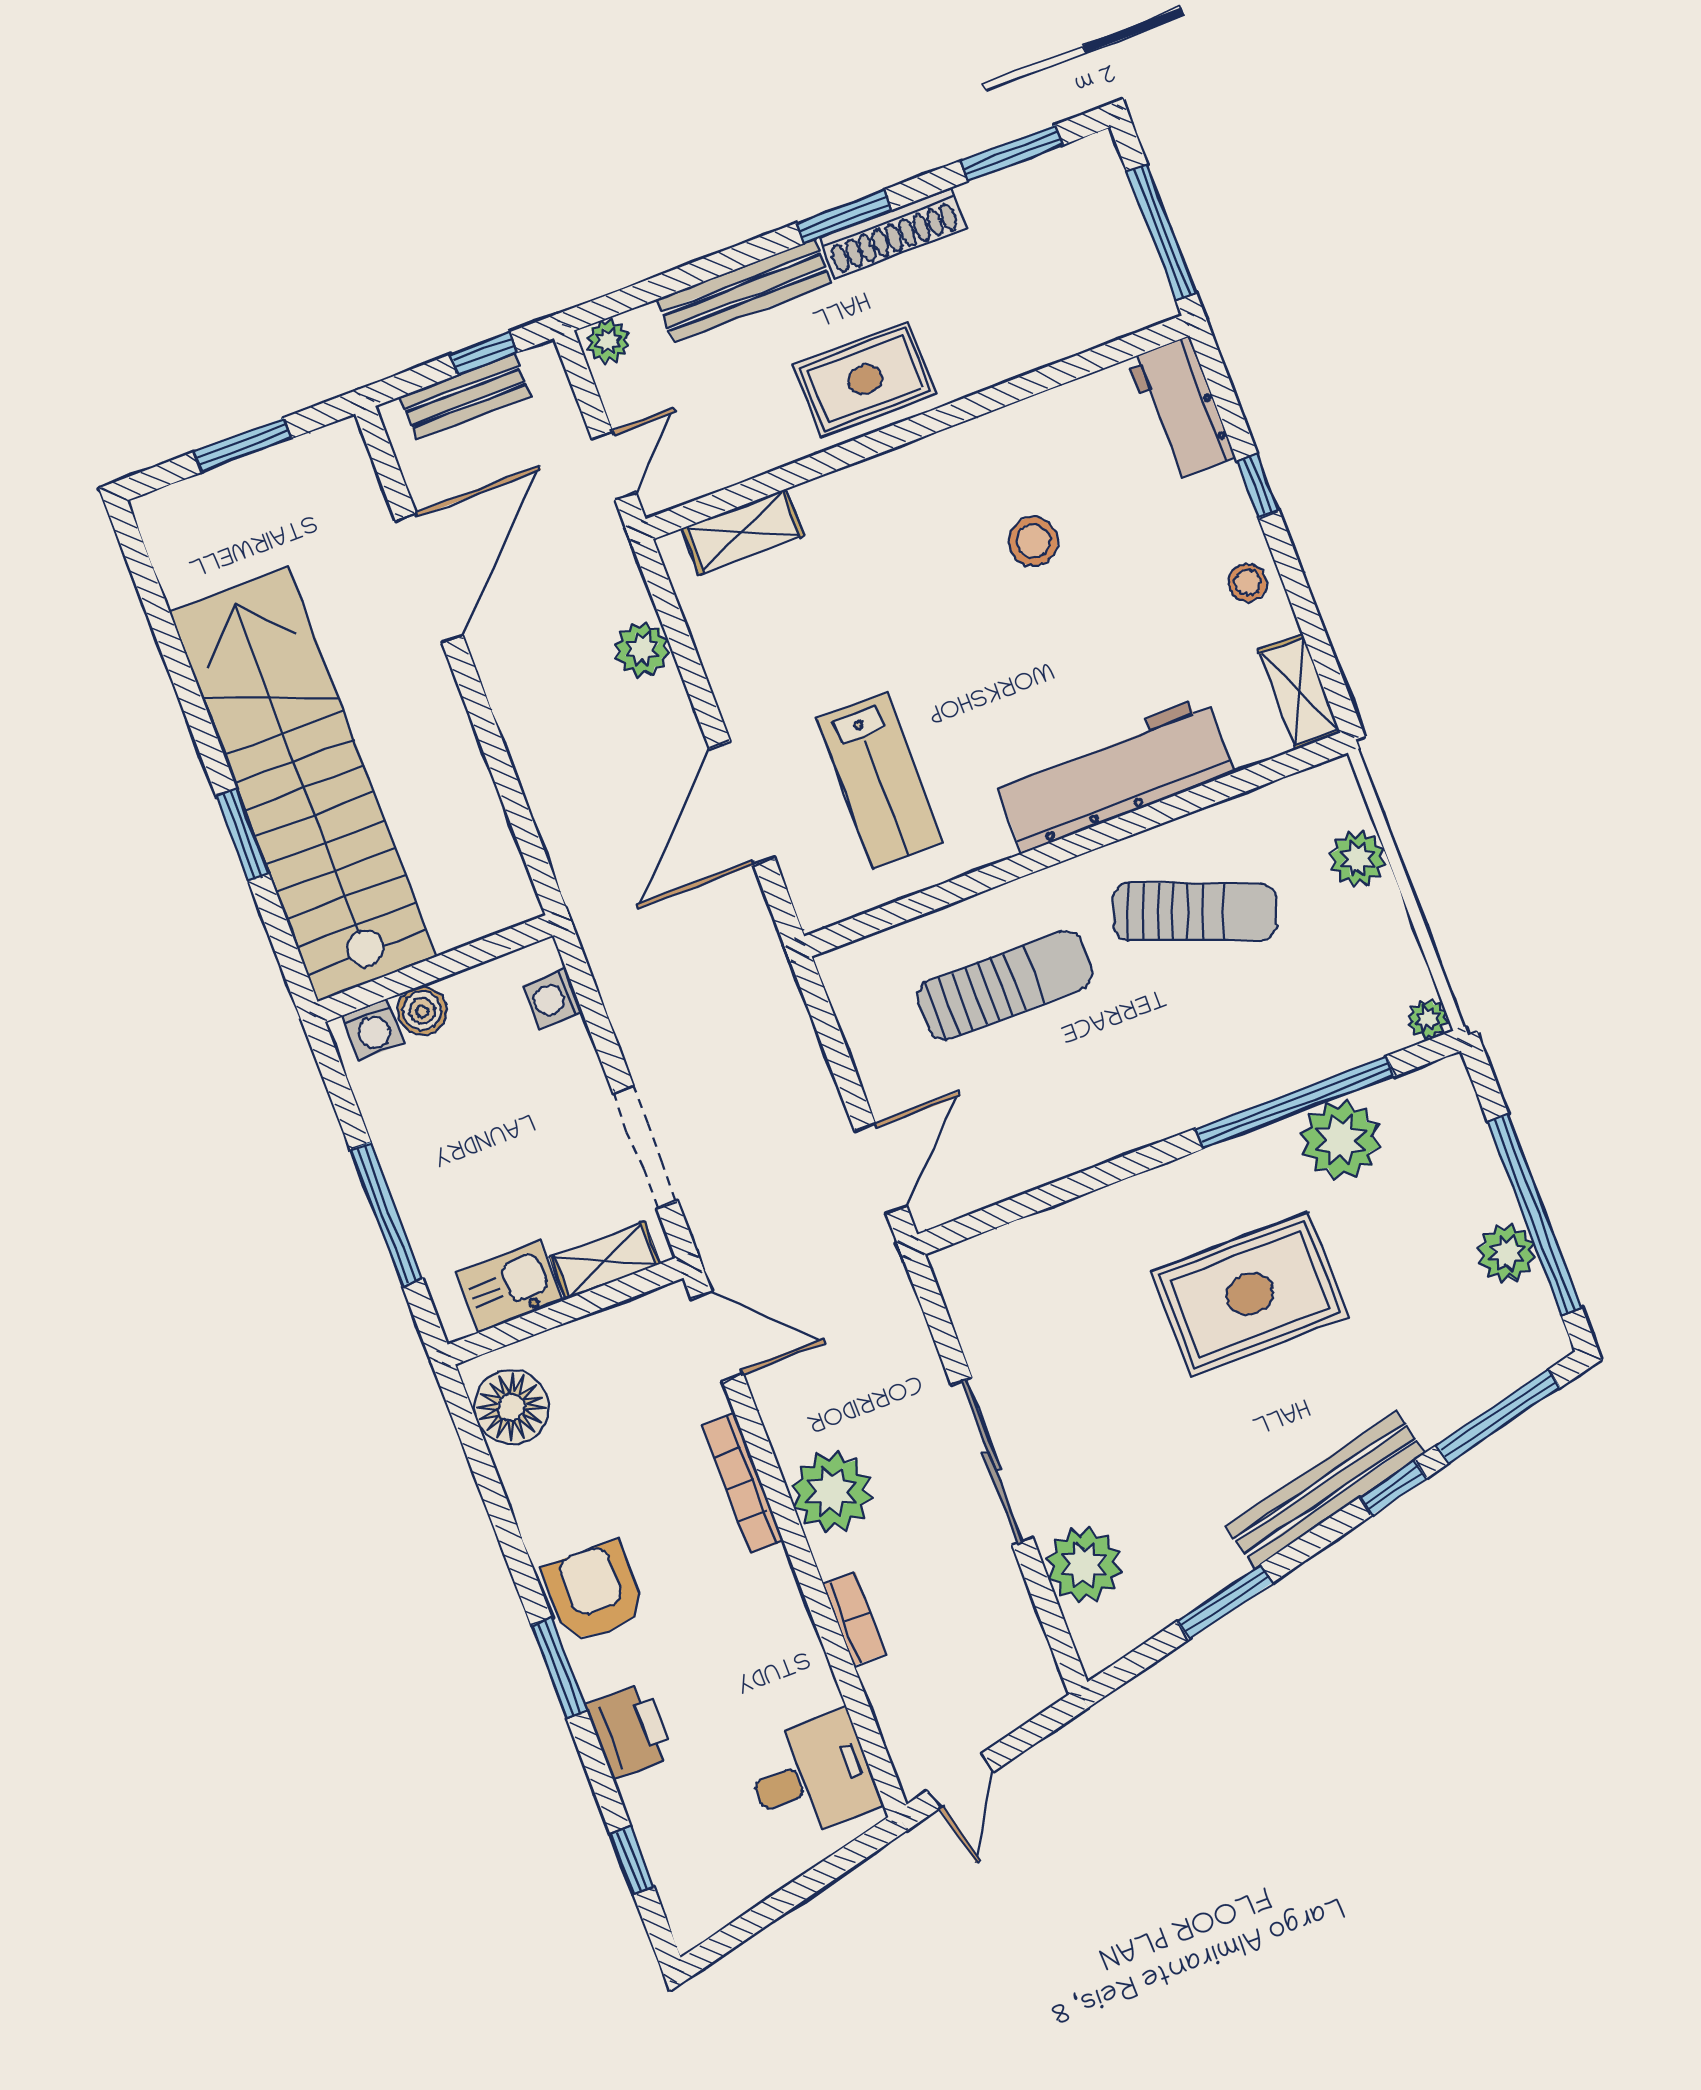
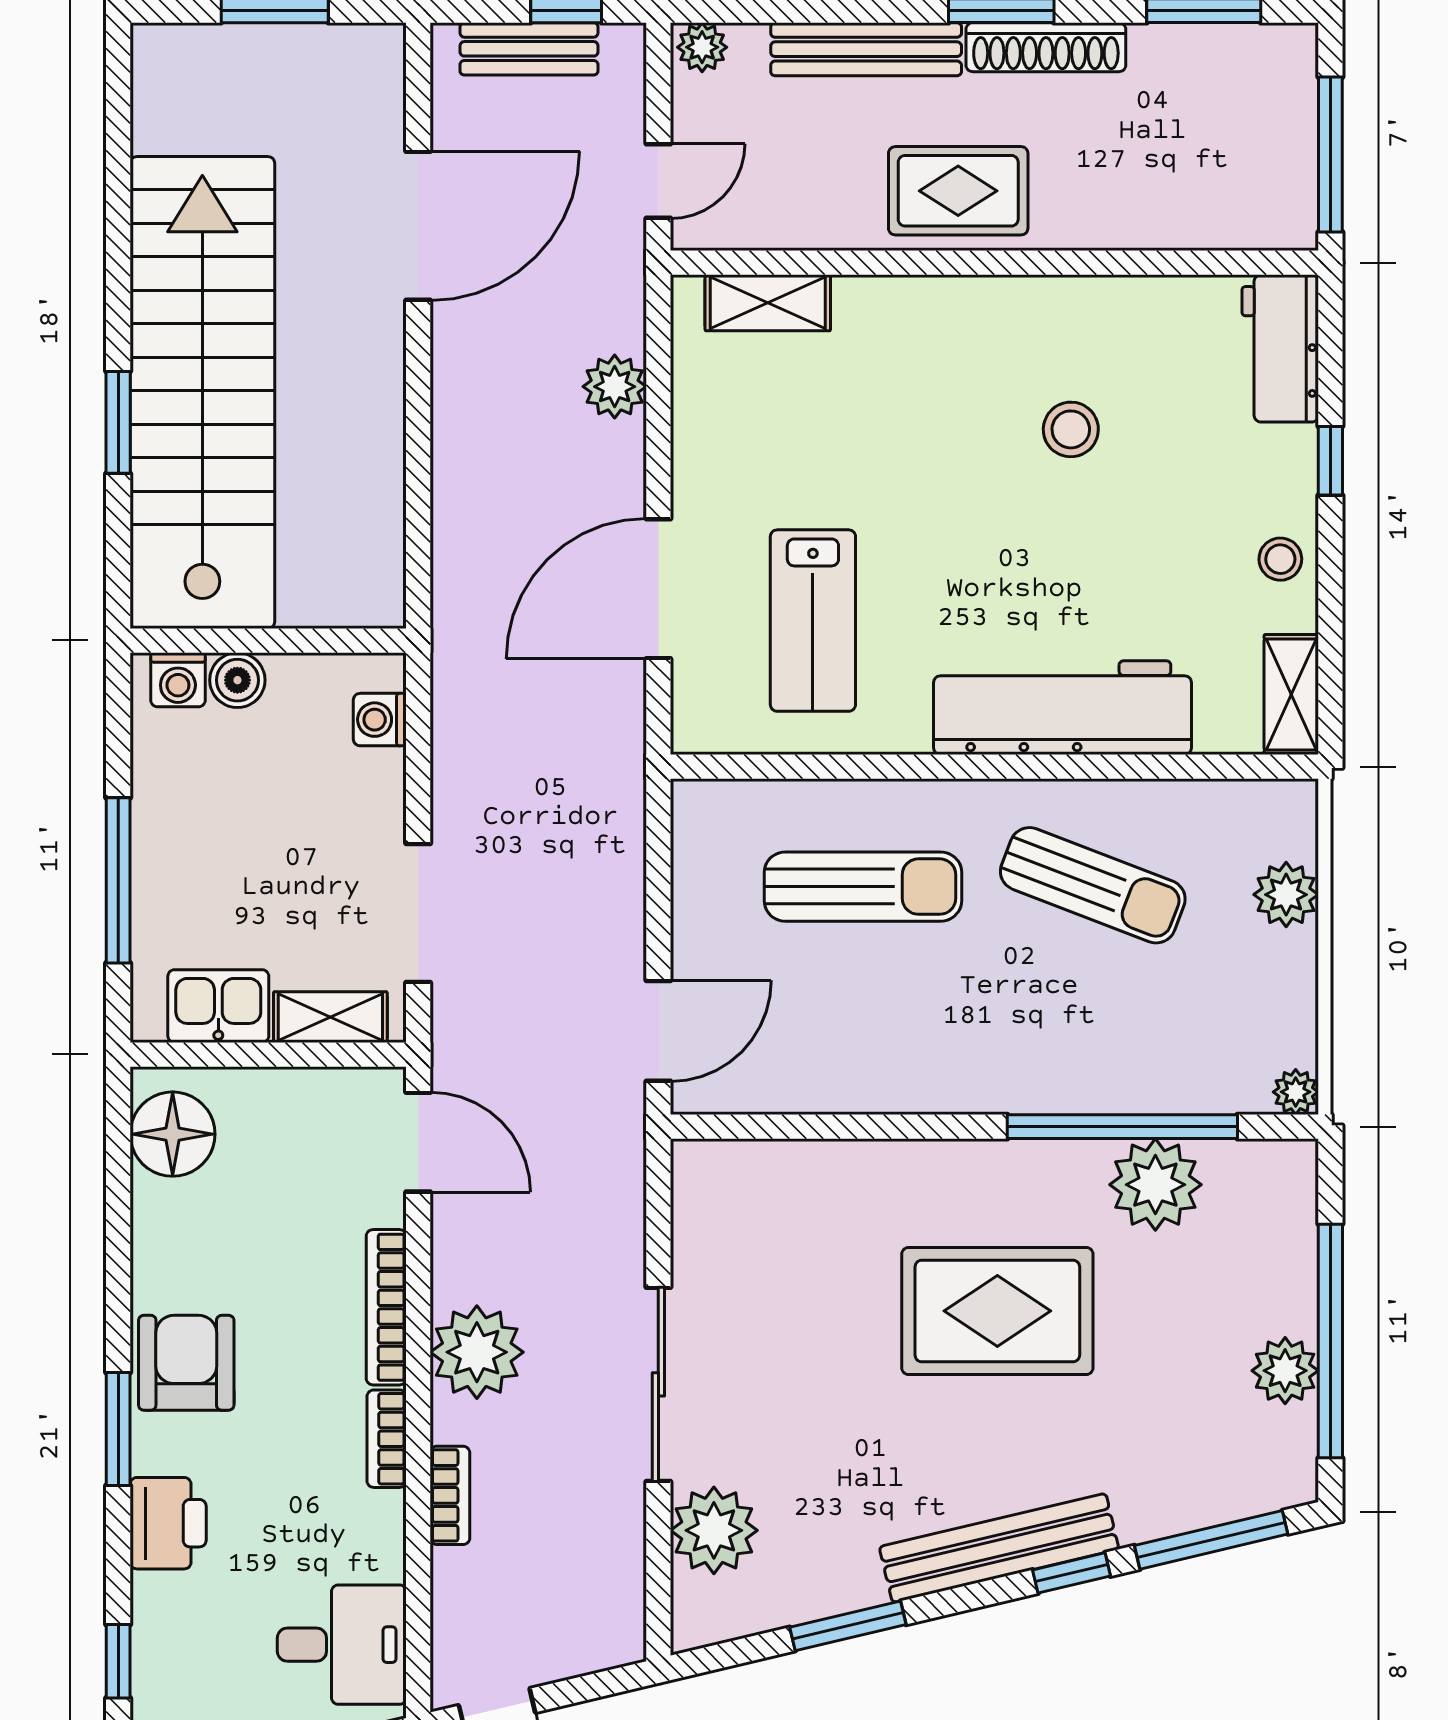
bookcase: (784, 1592) -> (387, 1439), added

